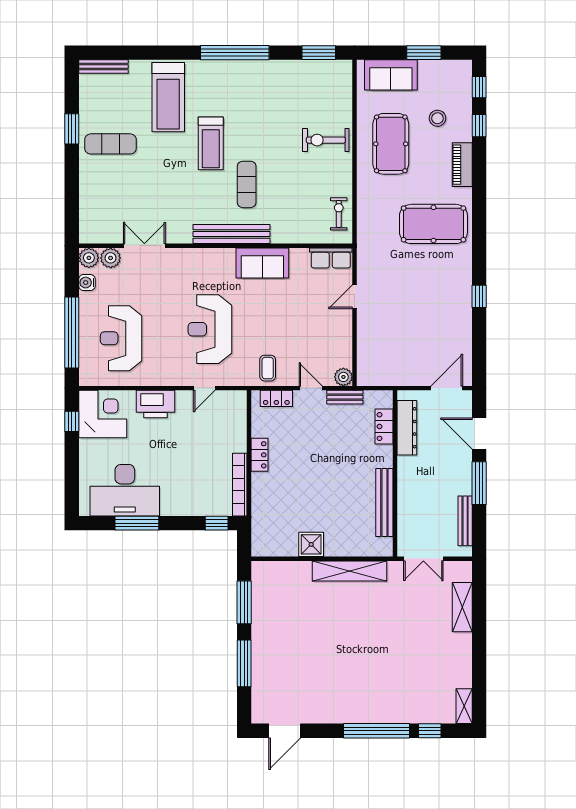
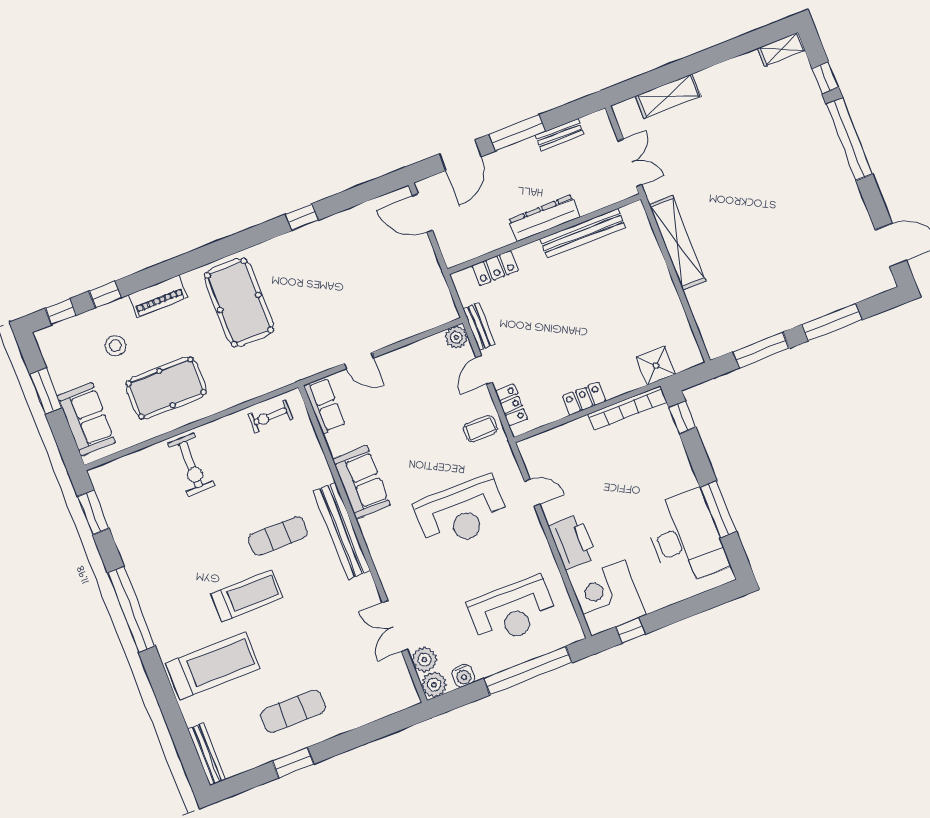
exercise mat: (110, 144) -> (293, 711), turned 90
dresser: (407, 428) -> (544, 218), moved
bench: (465, 521) -> (560, 135), width x0.73
shower: (311, 544) -> (656, 366), moved

